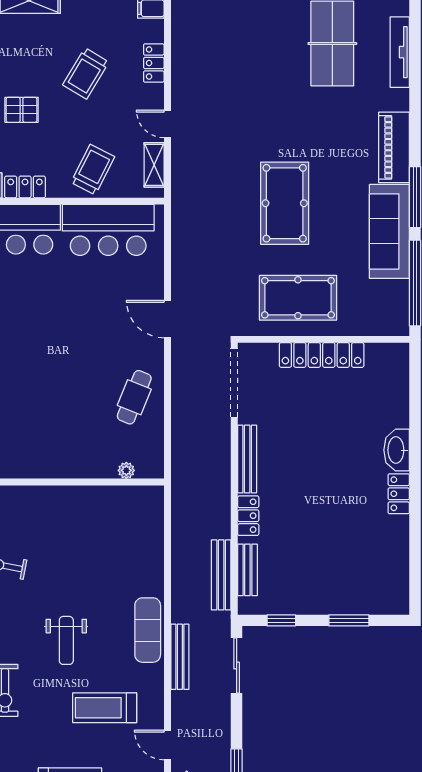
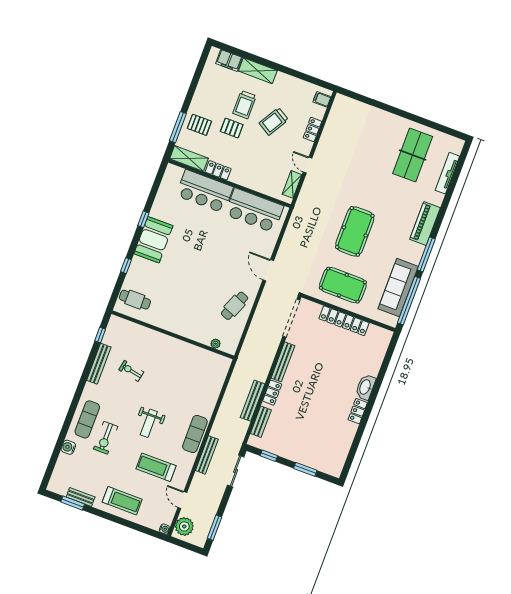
trolley: (93, 170) -> (245, 105), moved, turned 153
sofa: (389, 231) -> (398, 288), moved
bench: (221, 575) -> (252, 401), moved

